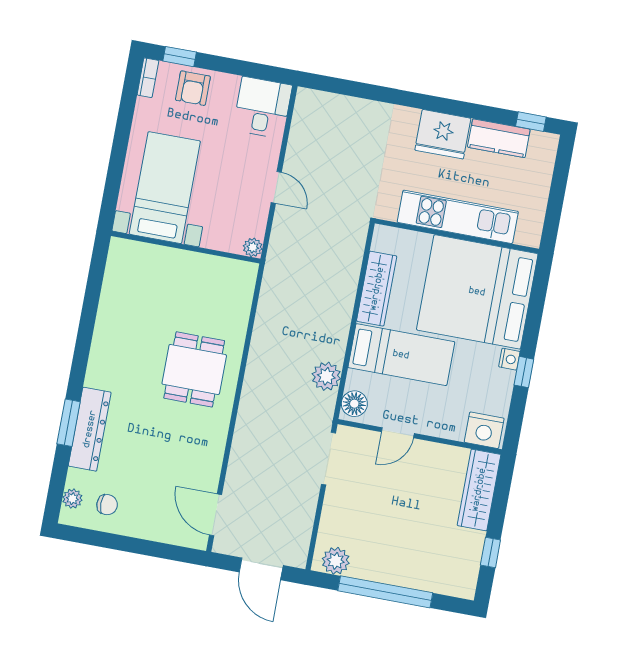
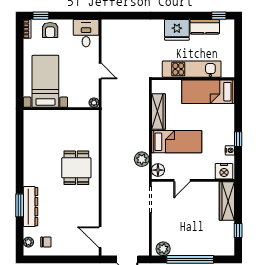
bed: (477, 292) -> (208, 92), width x0.49
nightstand: (509, 359) -> (230, 150), moved

